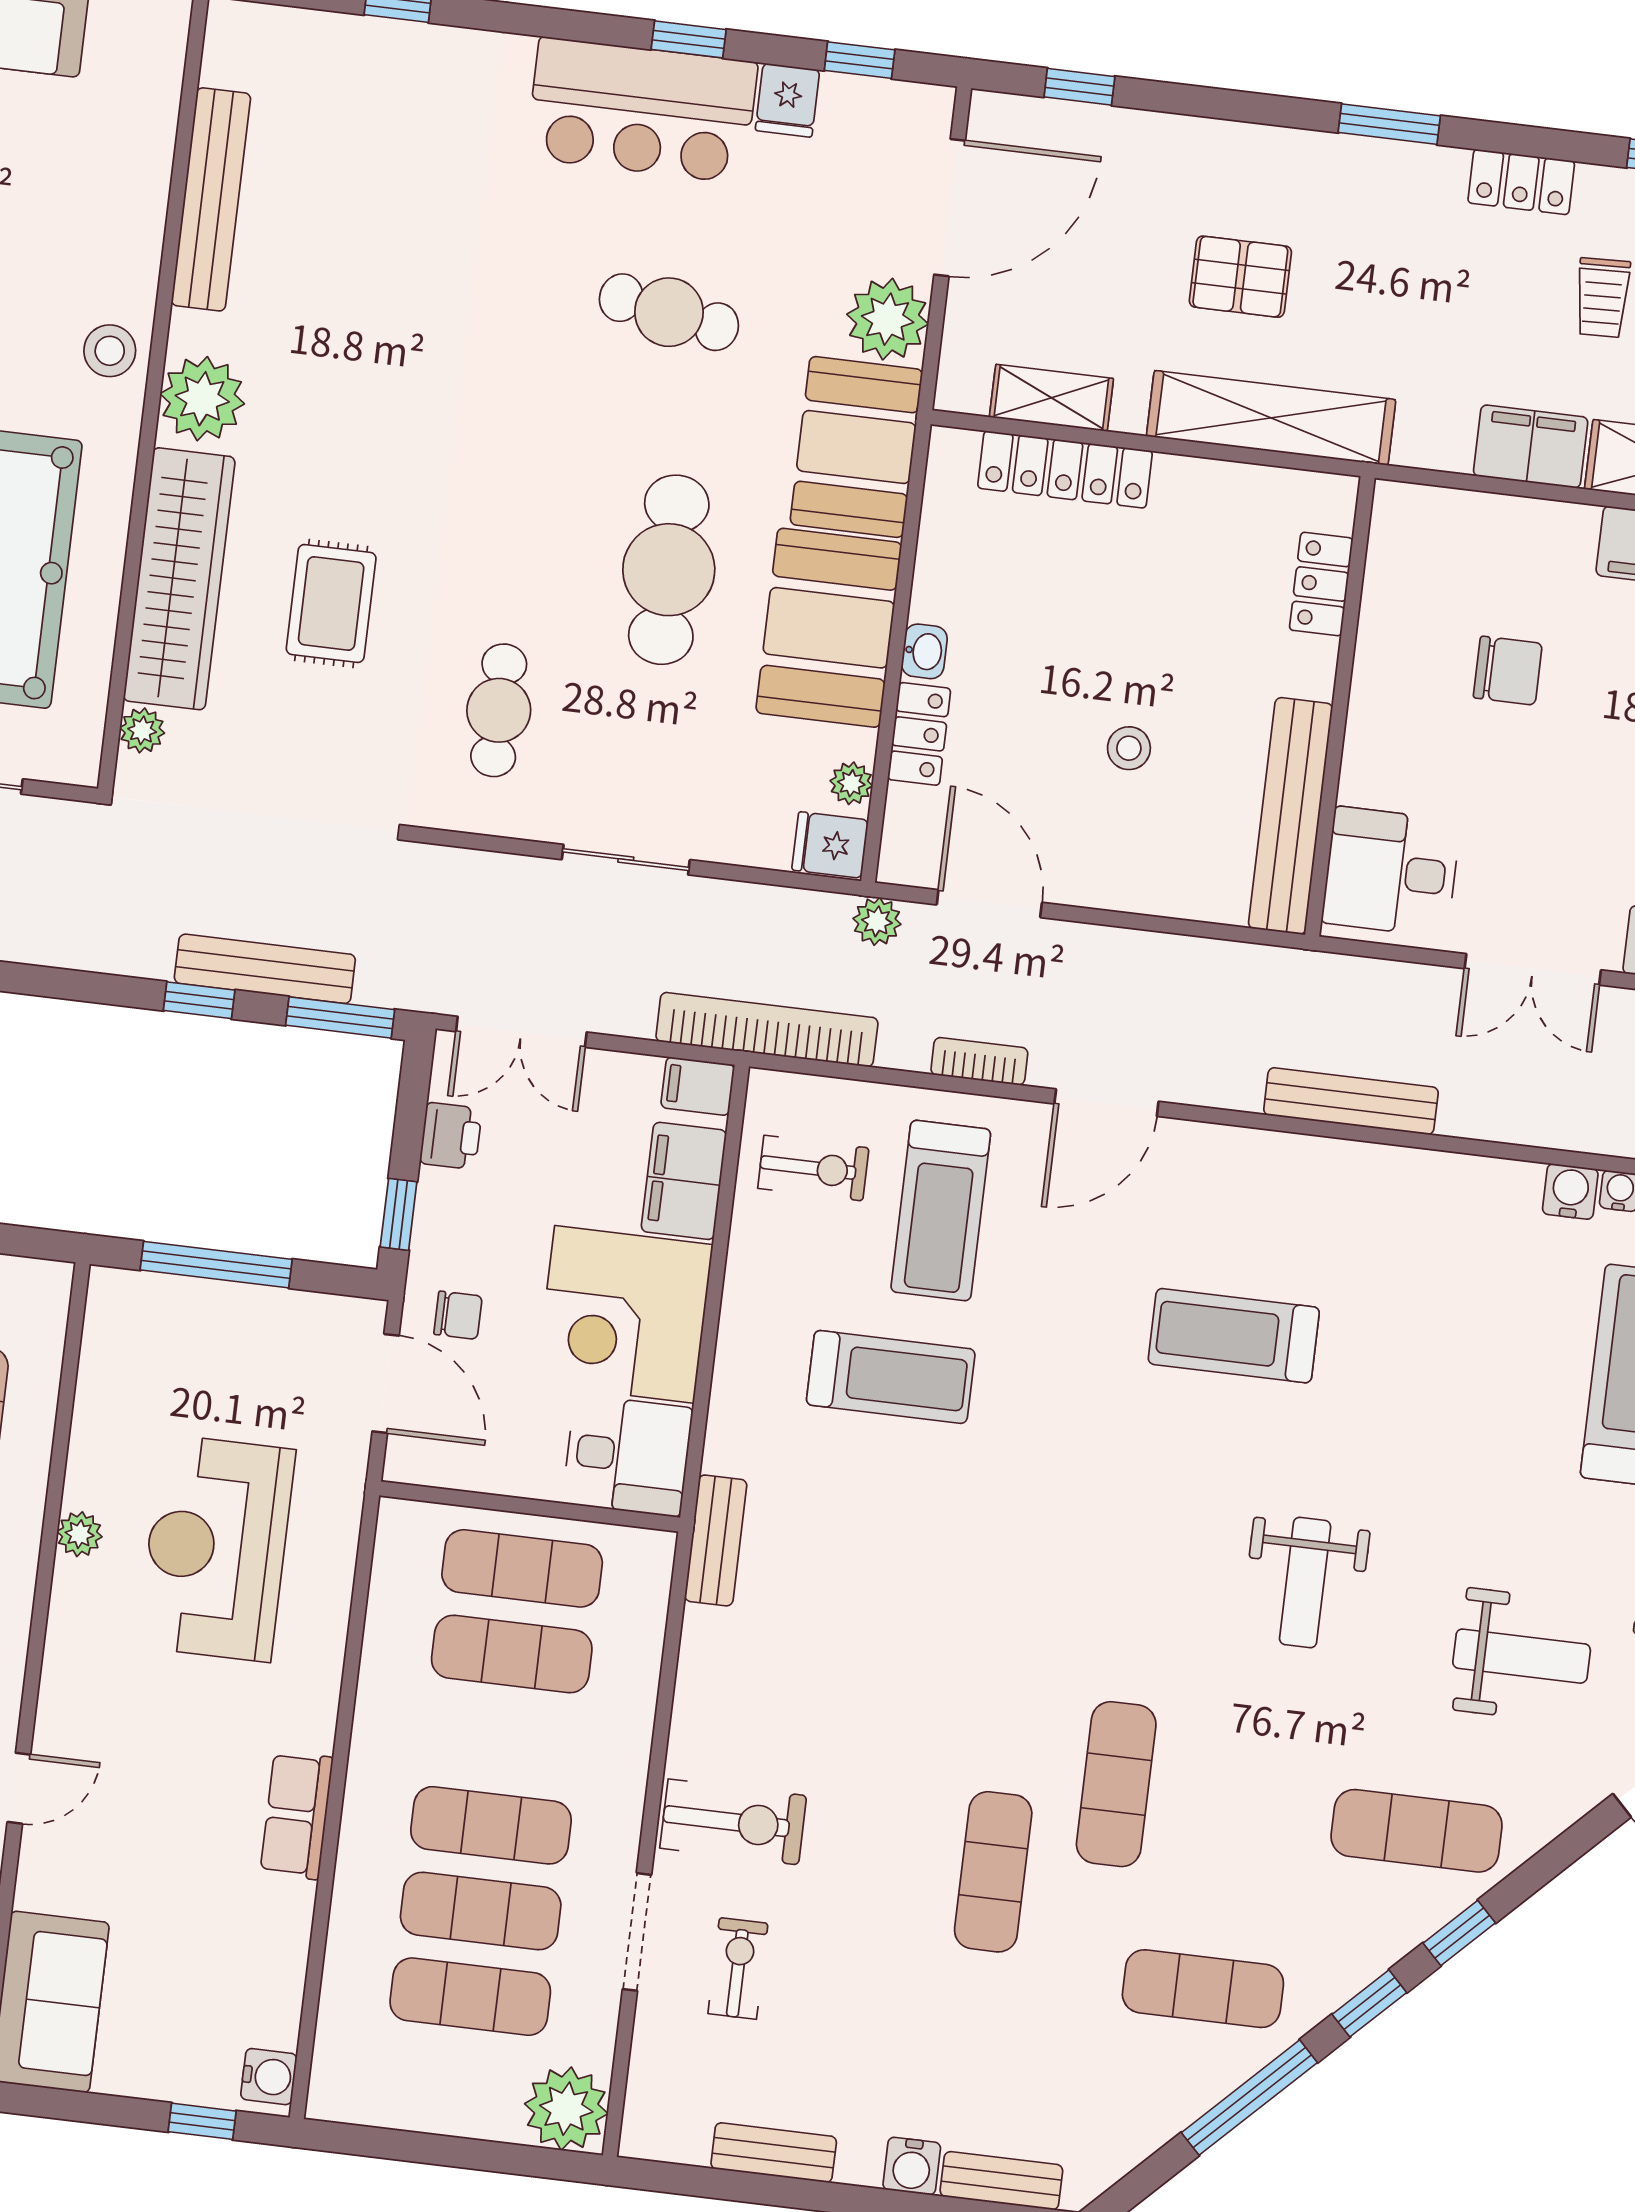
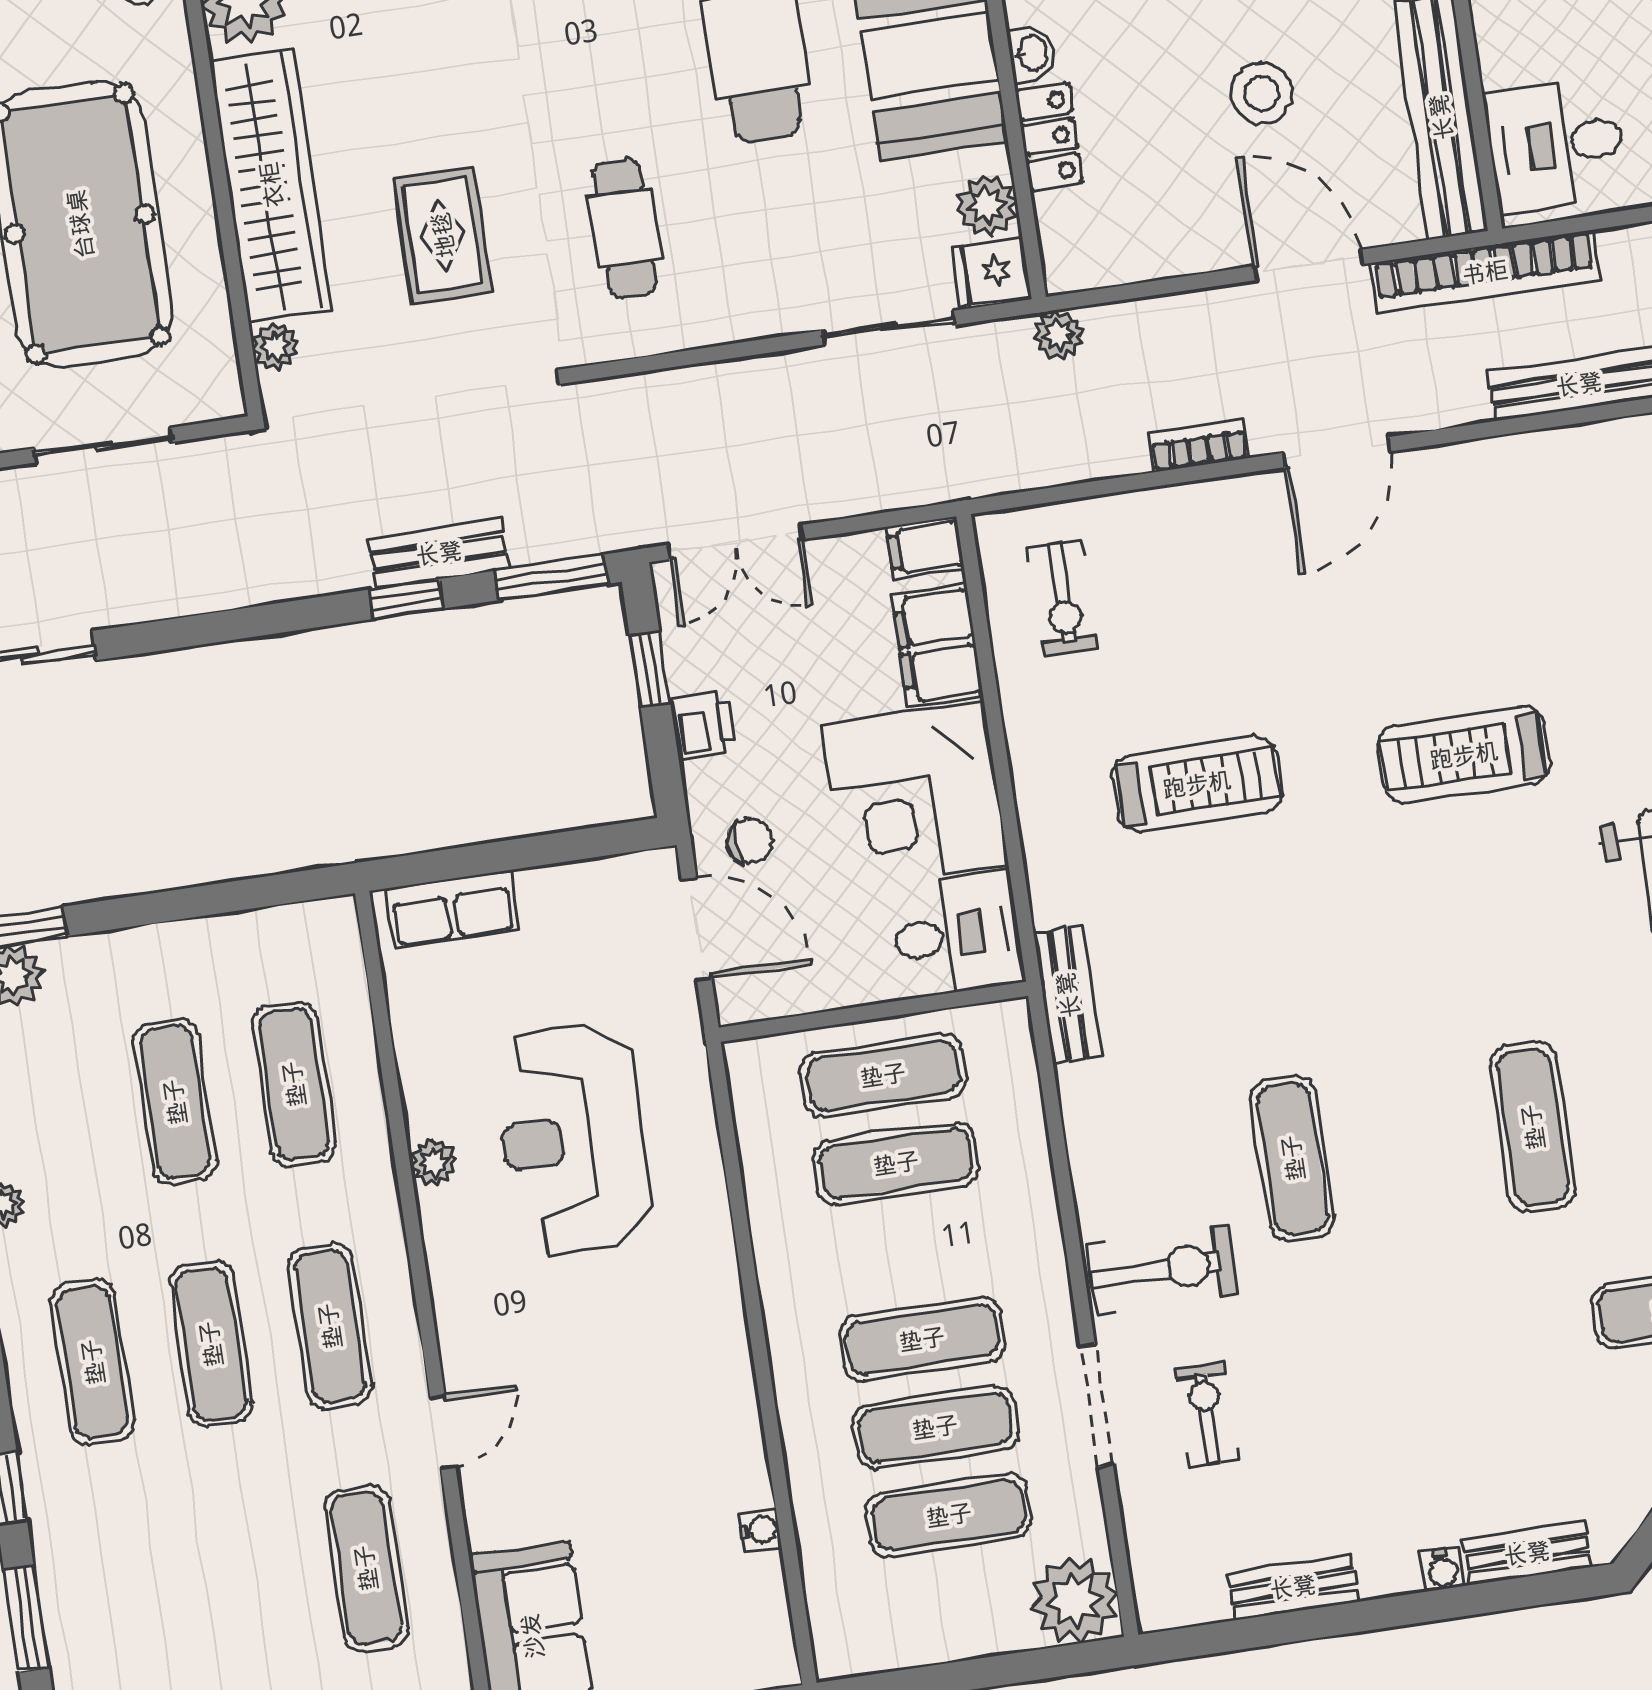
rug: (331, 603) -> (443, 235), moved
stool: (1129, 748) -> (1262, 94), width x1.37, depth x1.37
plant: (851, 783) -> (987, 206), width x1.38, depth x1.38
sliding door: (626, 860) -> (889, 328), moved
door: (989, 904) -> (1308, 265), moved
bench: (265, 969) -> (439, 553), width x0.73
bookcase: (767, 1030) -> (1485, 272), moved, turned 180
printer: (451, 1136) -> (703, 725), moved
exercise bike: (813, 1168) -> (1063, 598), turned 90
treadmill: (941, 1211) -> (1201, 605), removed
window: (399, 1214) -> (650, 669), moved
window: (216, 1265) -> (495, 857), removed
treadmill: (1234, 1336) -> (1464, 755), moved
row of seats: (297, 1815) -> (452, 909), moved, turned -90
exercise mat: (993, 1872) -> (1293, 1158), moved
water cooler: (269, 2077) -> (760, 1530), moved, width x0.72, depth x0.72
water cooler: (912, 2166) -> (1443, 1569), width x0.72, depth x0.72

